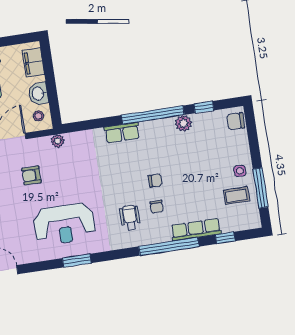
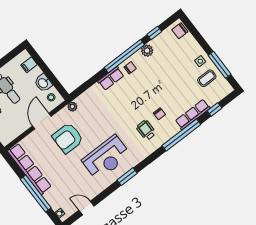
filing cabinet: (33, 62) -> (29, 65), width x0.50
armchair: (32, 175) -> (68, 138), width x1.88, depth x1.88
chair: (155, 181) -> (130, 68), moved

